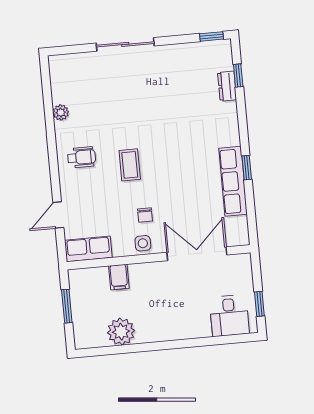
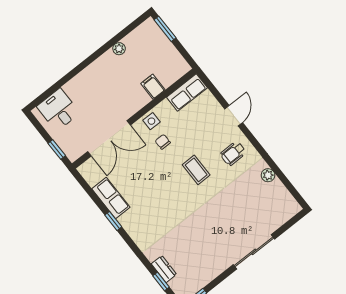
row of seats: (233, 181) -> (111, 198), width x0.68
door: (58, 215) -> (234, 116), moved
window: (259, 304) -> (57, 150), moved
window: (67, 306) -> (165, 29), moved
plant: (121, 332) -> (119, 49), width x0.53, depth x0.53

